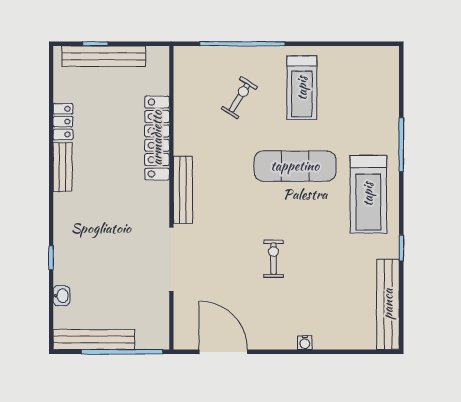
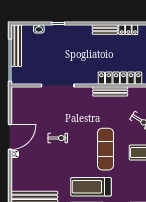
bench: (183, 190) -> (110, 91), moved
door: (223, 352) -> (10, 137), moved

